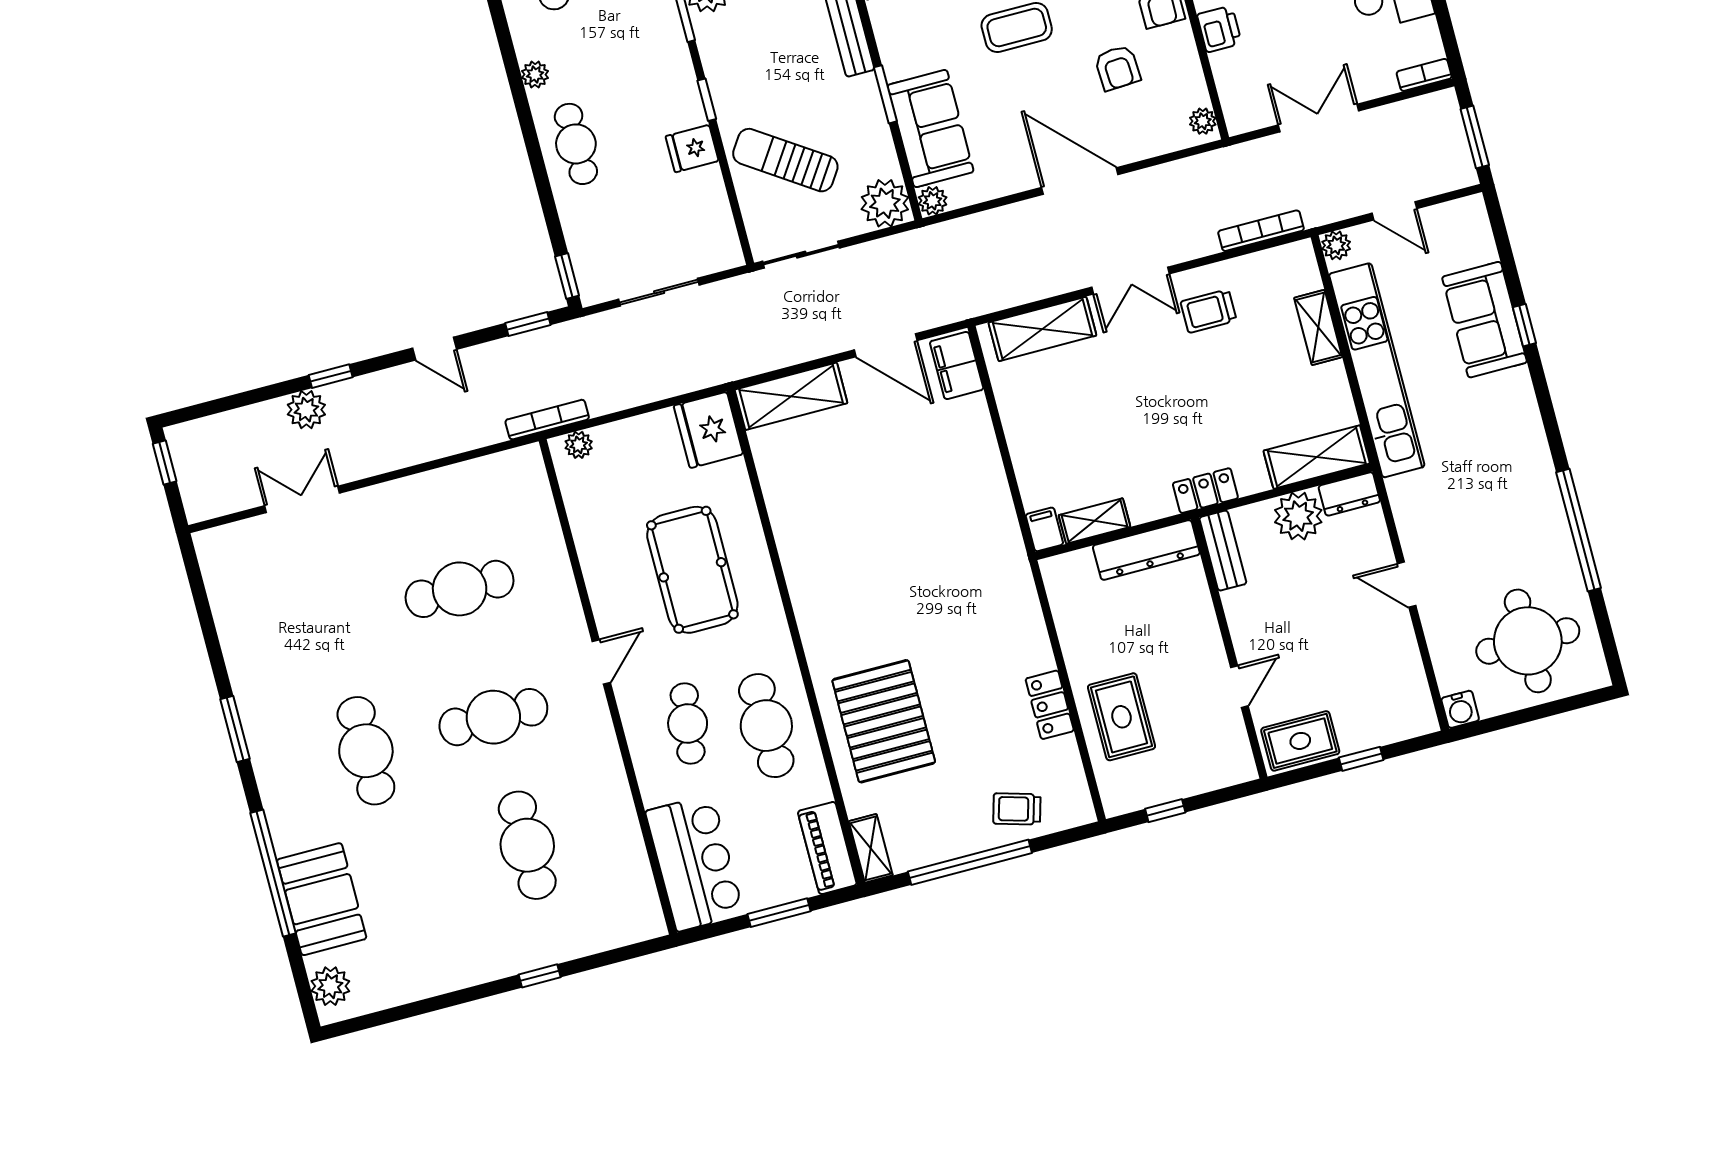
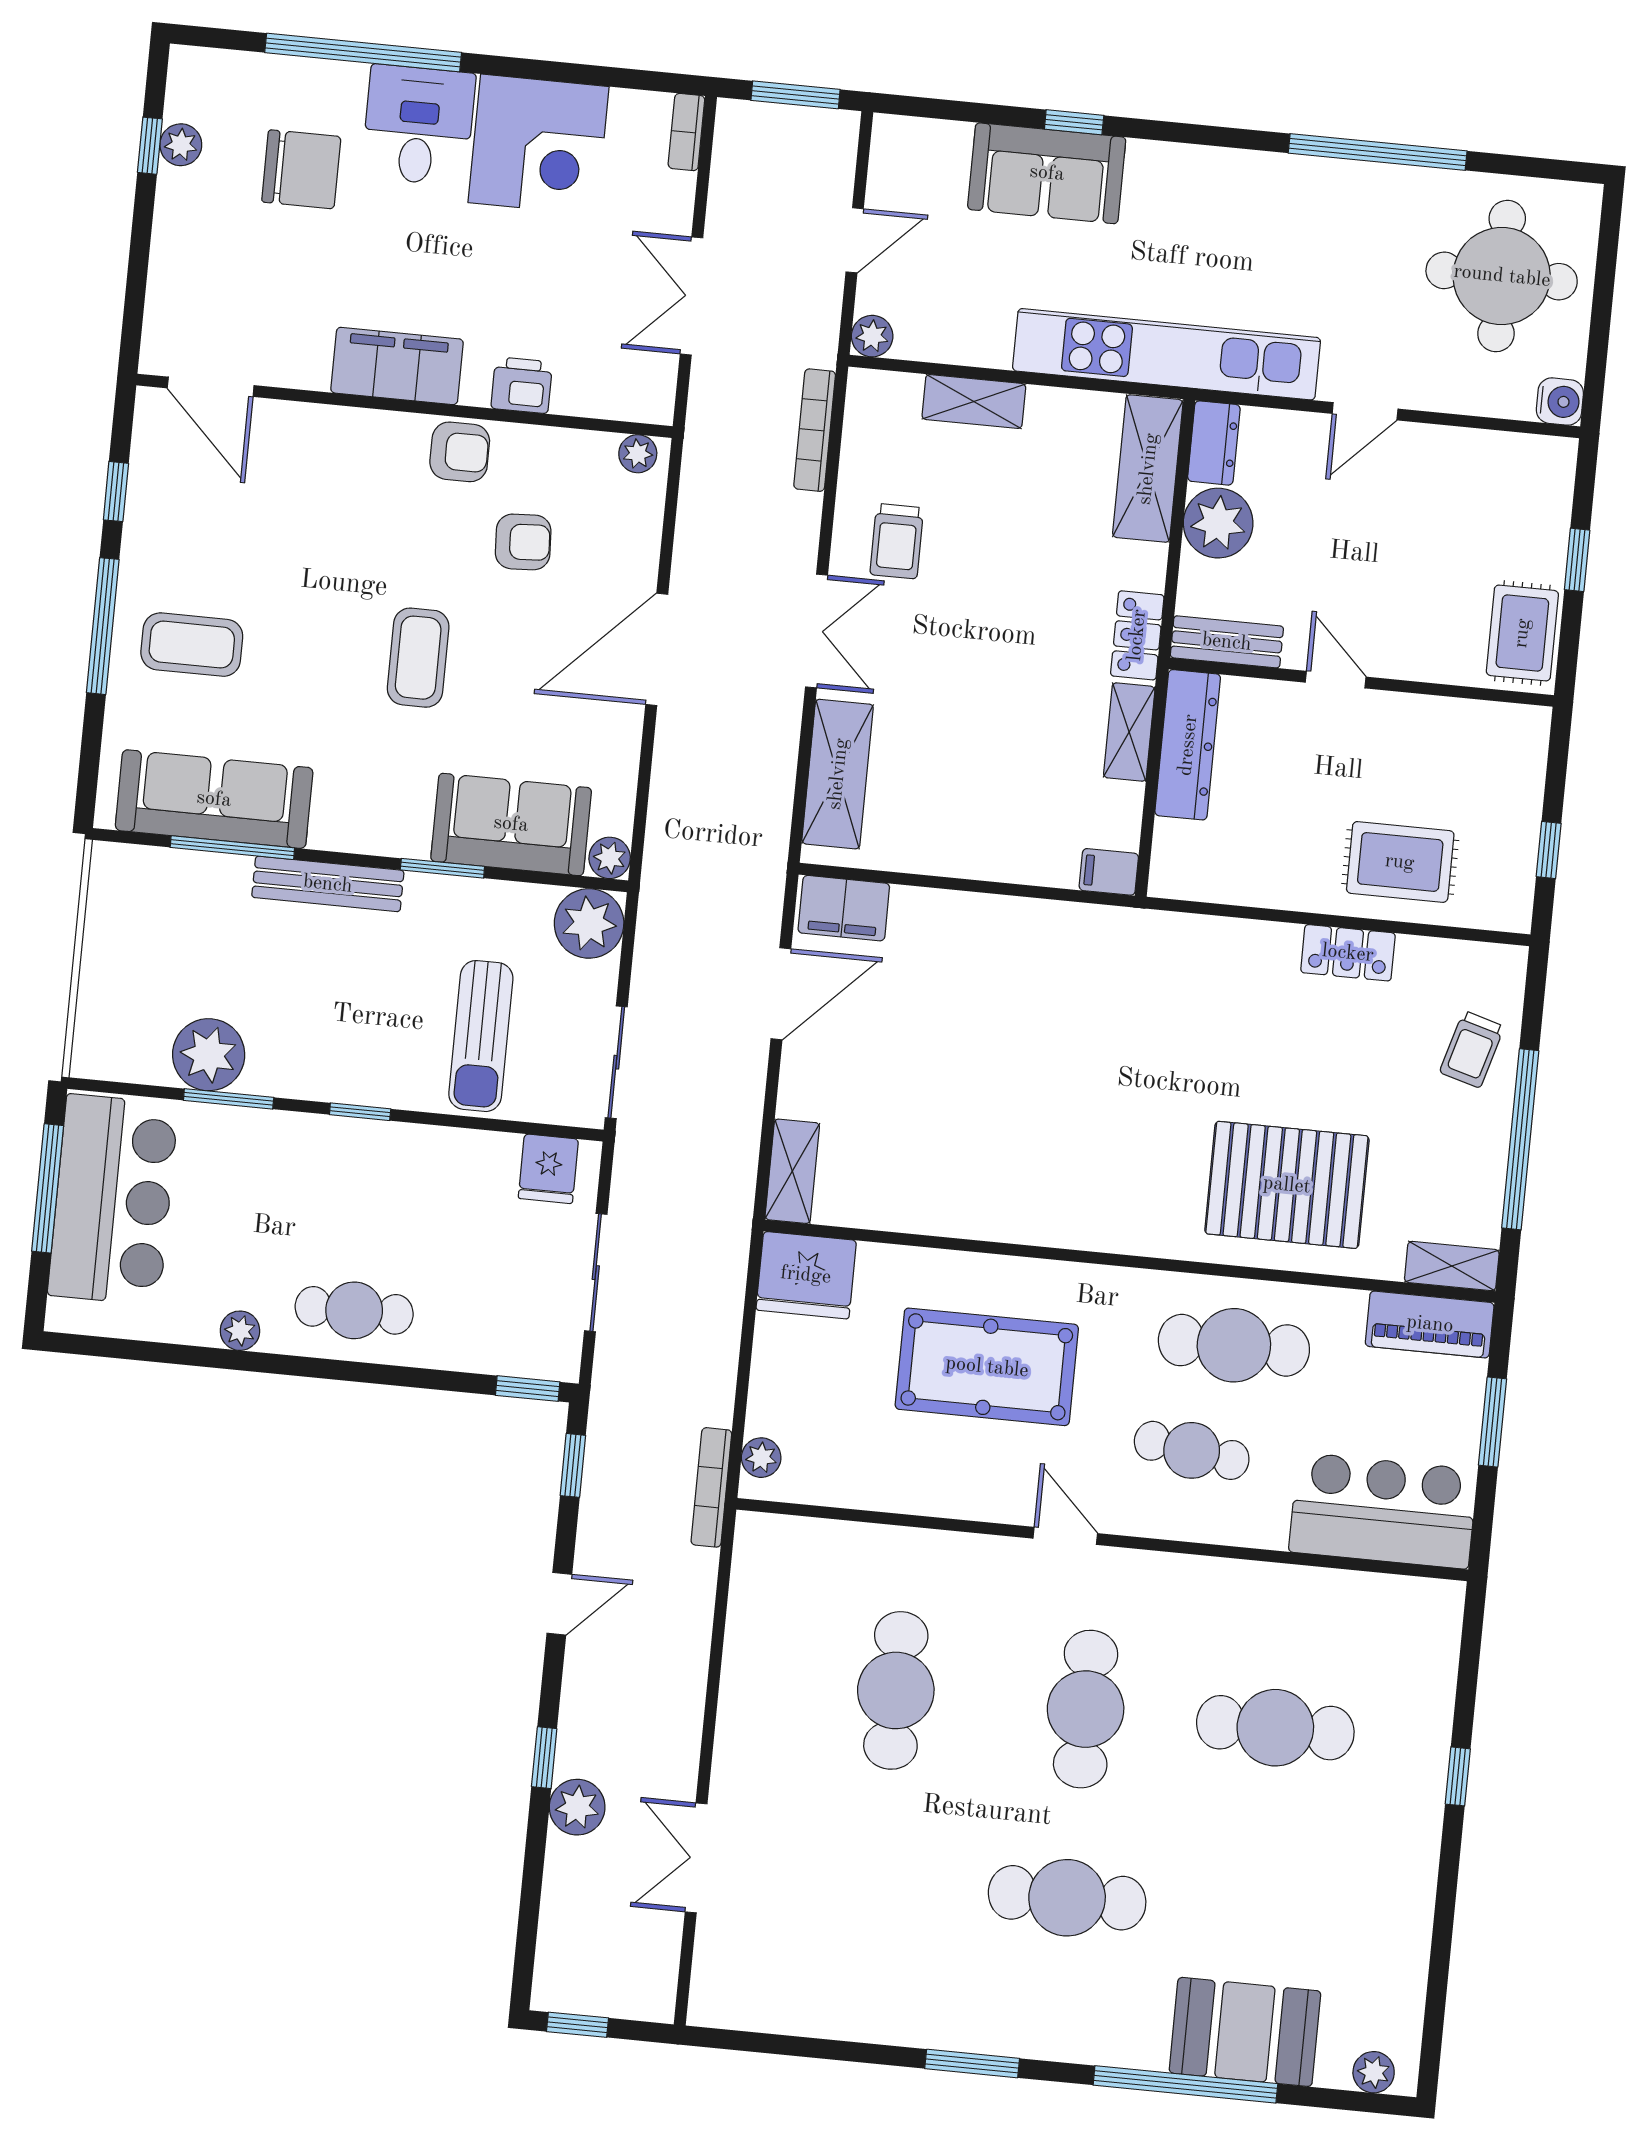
fridge: (692, 149) -> (548, 1169), moved
sun lounger: (785, 160) -> (481, 1036), turned -34
kitchen unit: (1377, 370) -> (1167, 354), moved
shelving: (791, 396) -> (792, 1171), width x0.67, depth x0.75
shelving: (1094, 521) -> (1129, 732), moved
door: (1239, 687) -> (1336, 680), moved
plant: (330, 986) -> (1374, 2072), width x0.73, depth x0.73

